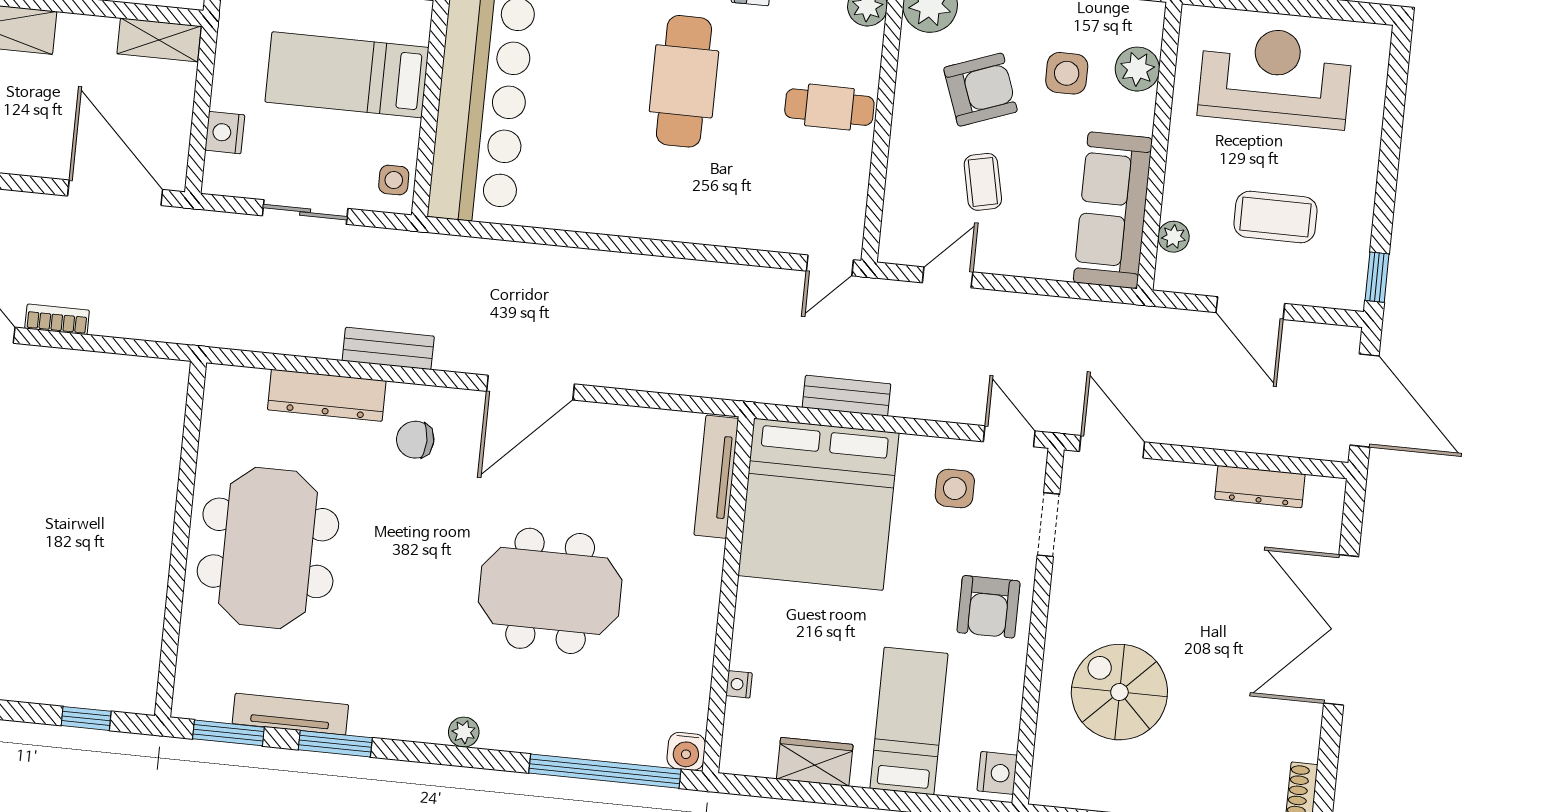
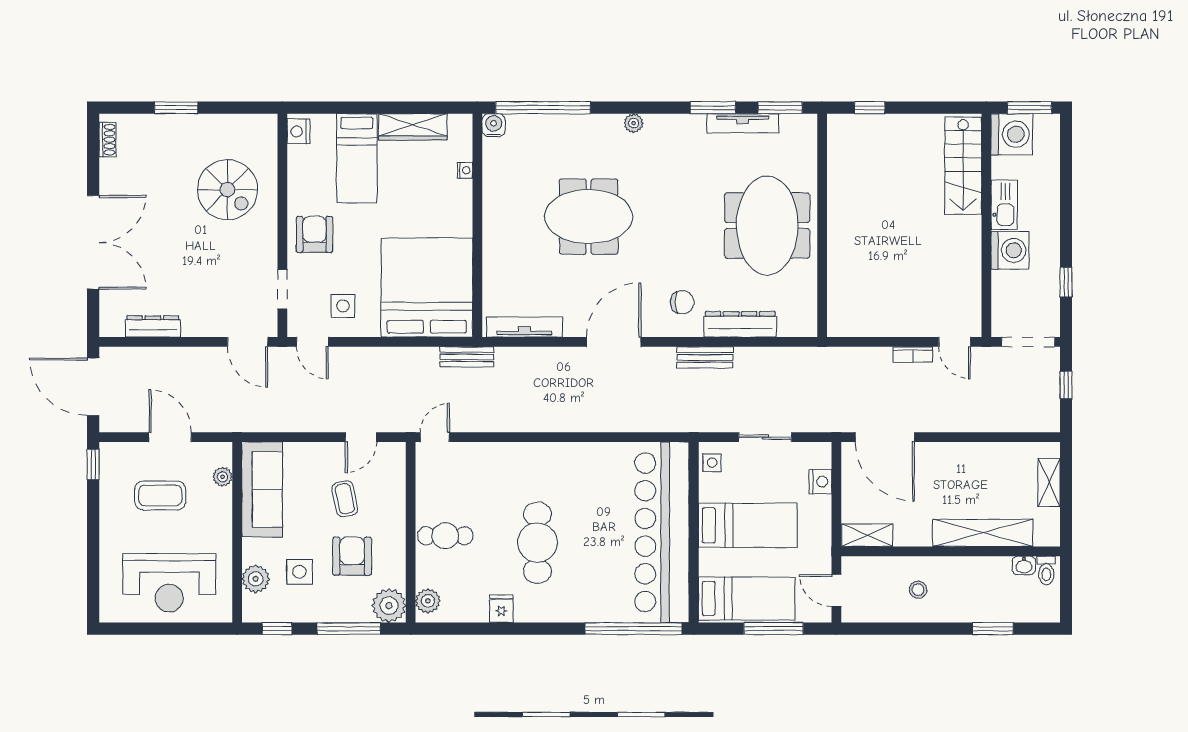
armchair: (980, 90) -> (352, 556), turned 110
bench: (847, 396) -> (467, 357), moved
tv unit: (716, 477) -> (524, 327), moved, turned -90
wardrobe: (815, 762) -> (413, 127), width x1.50

